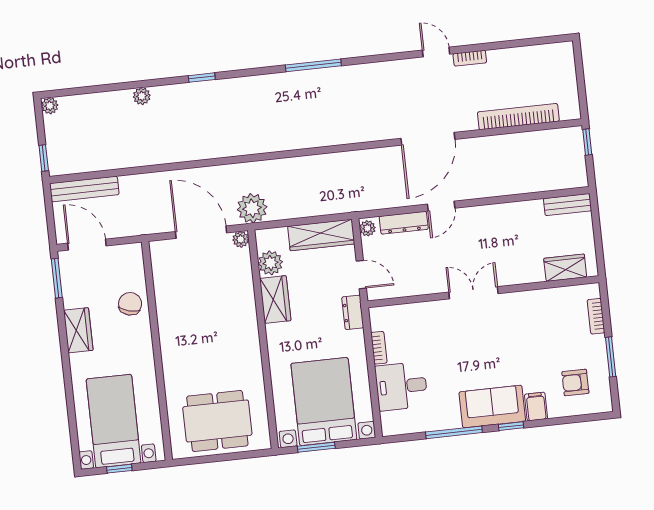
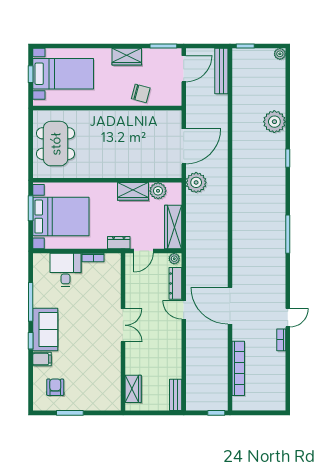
plant: (142, 96) -> (274, 122), width x1.87, depth x1.87
plant: (241, 239) -> (176, 173), removed
bookcase: (596, 316) -> (98, 406), removed

